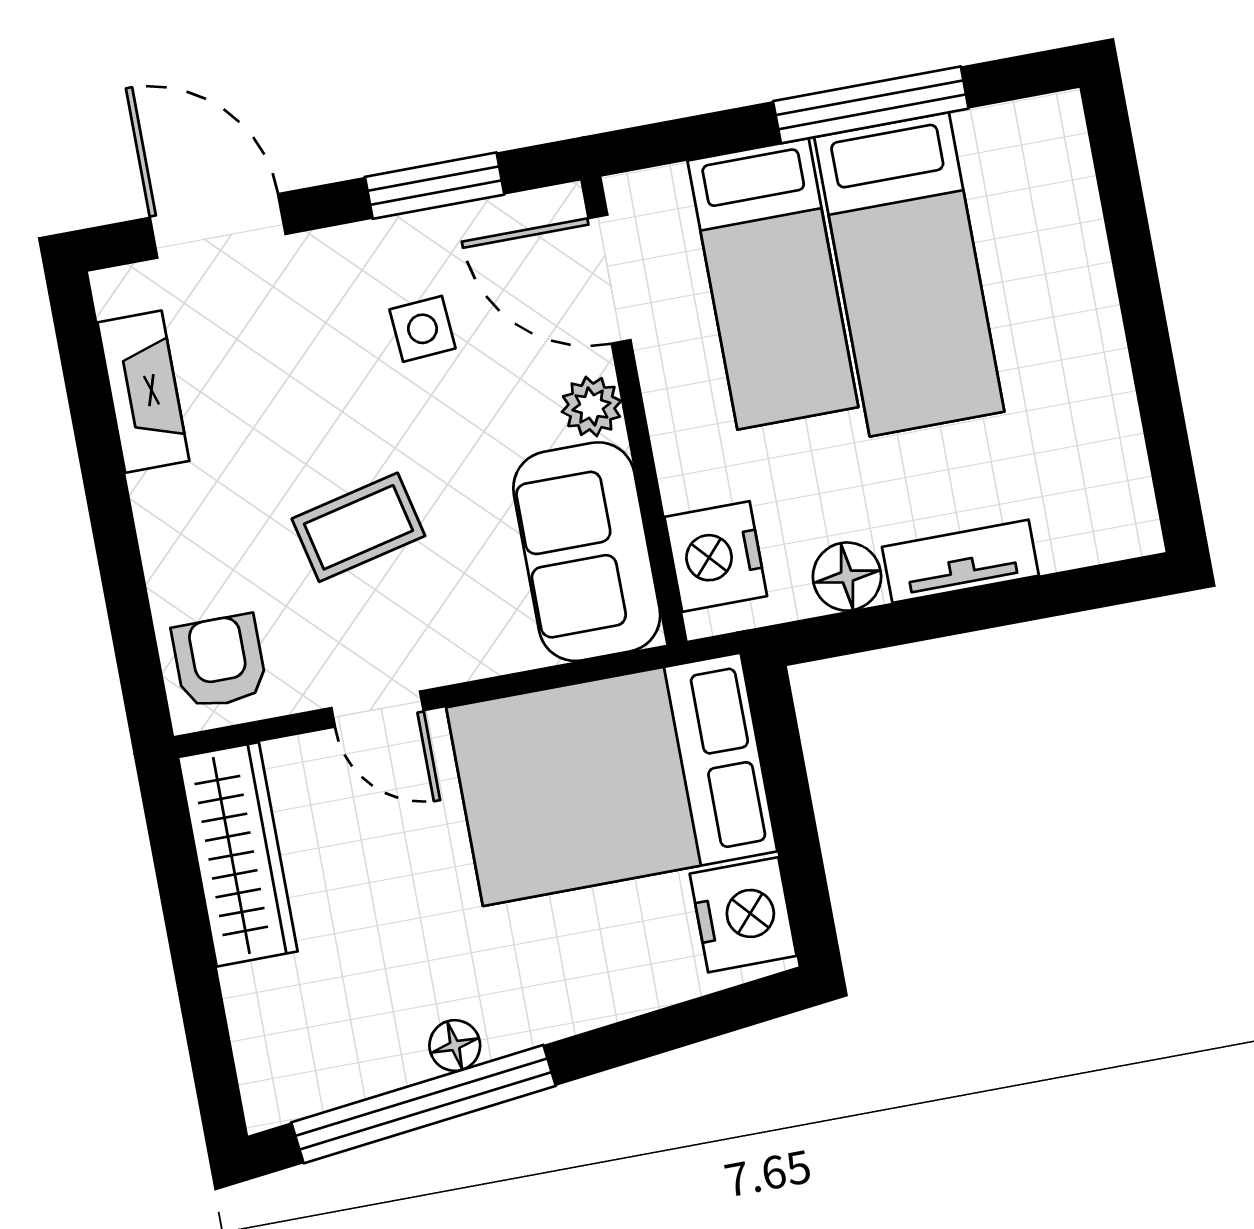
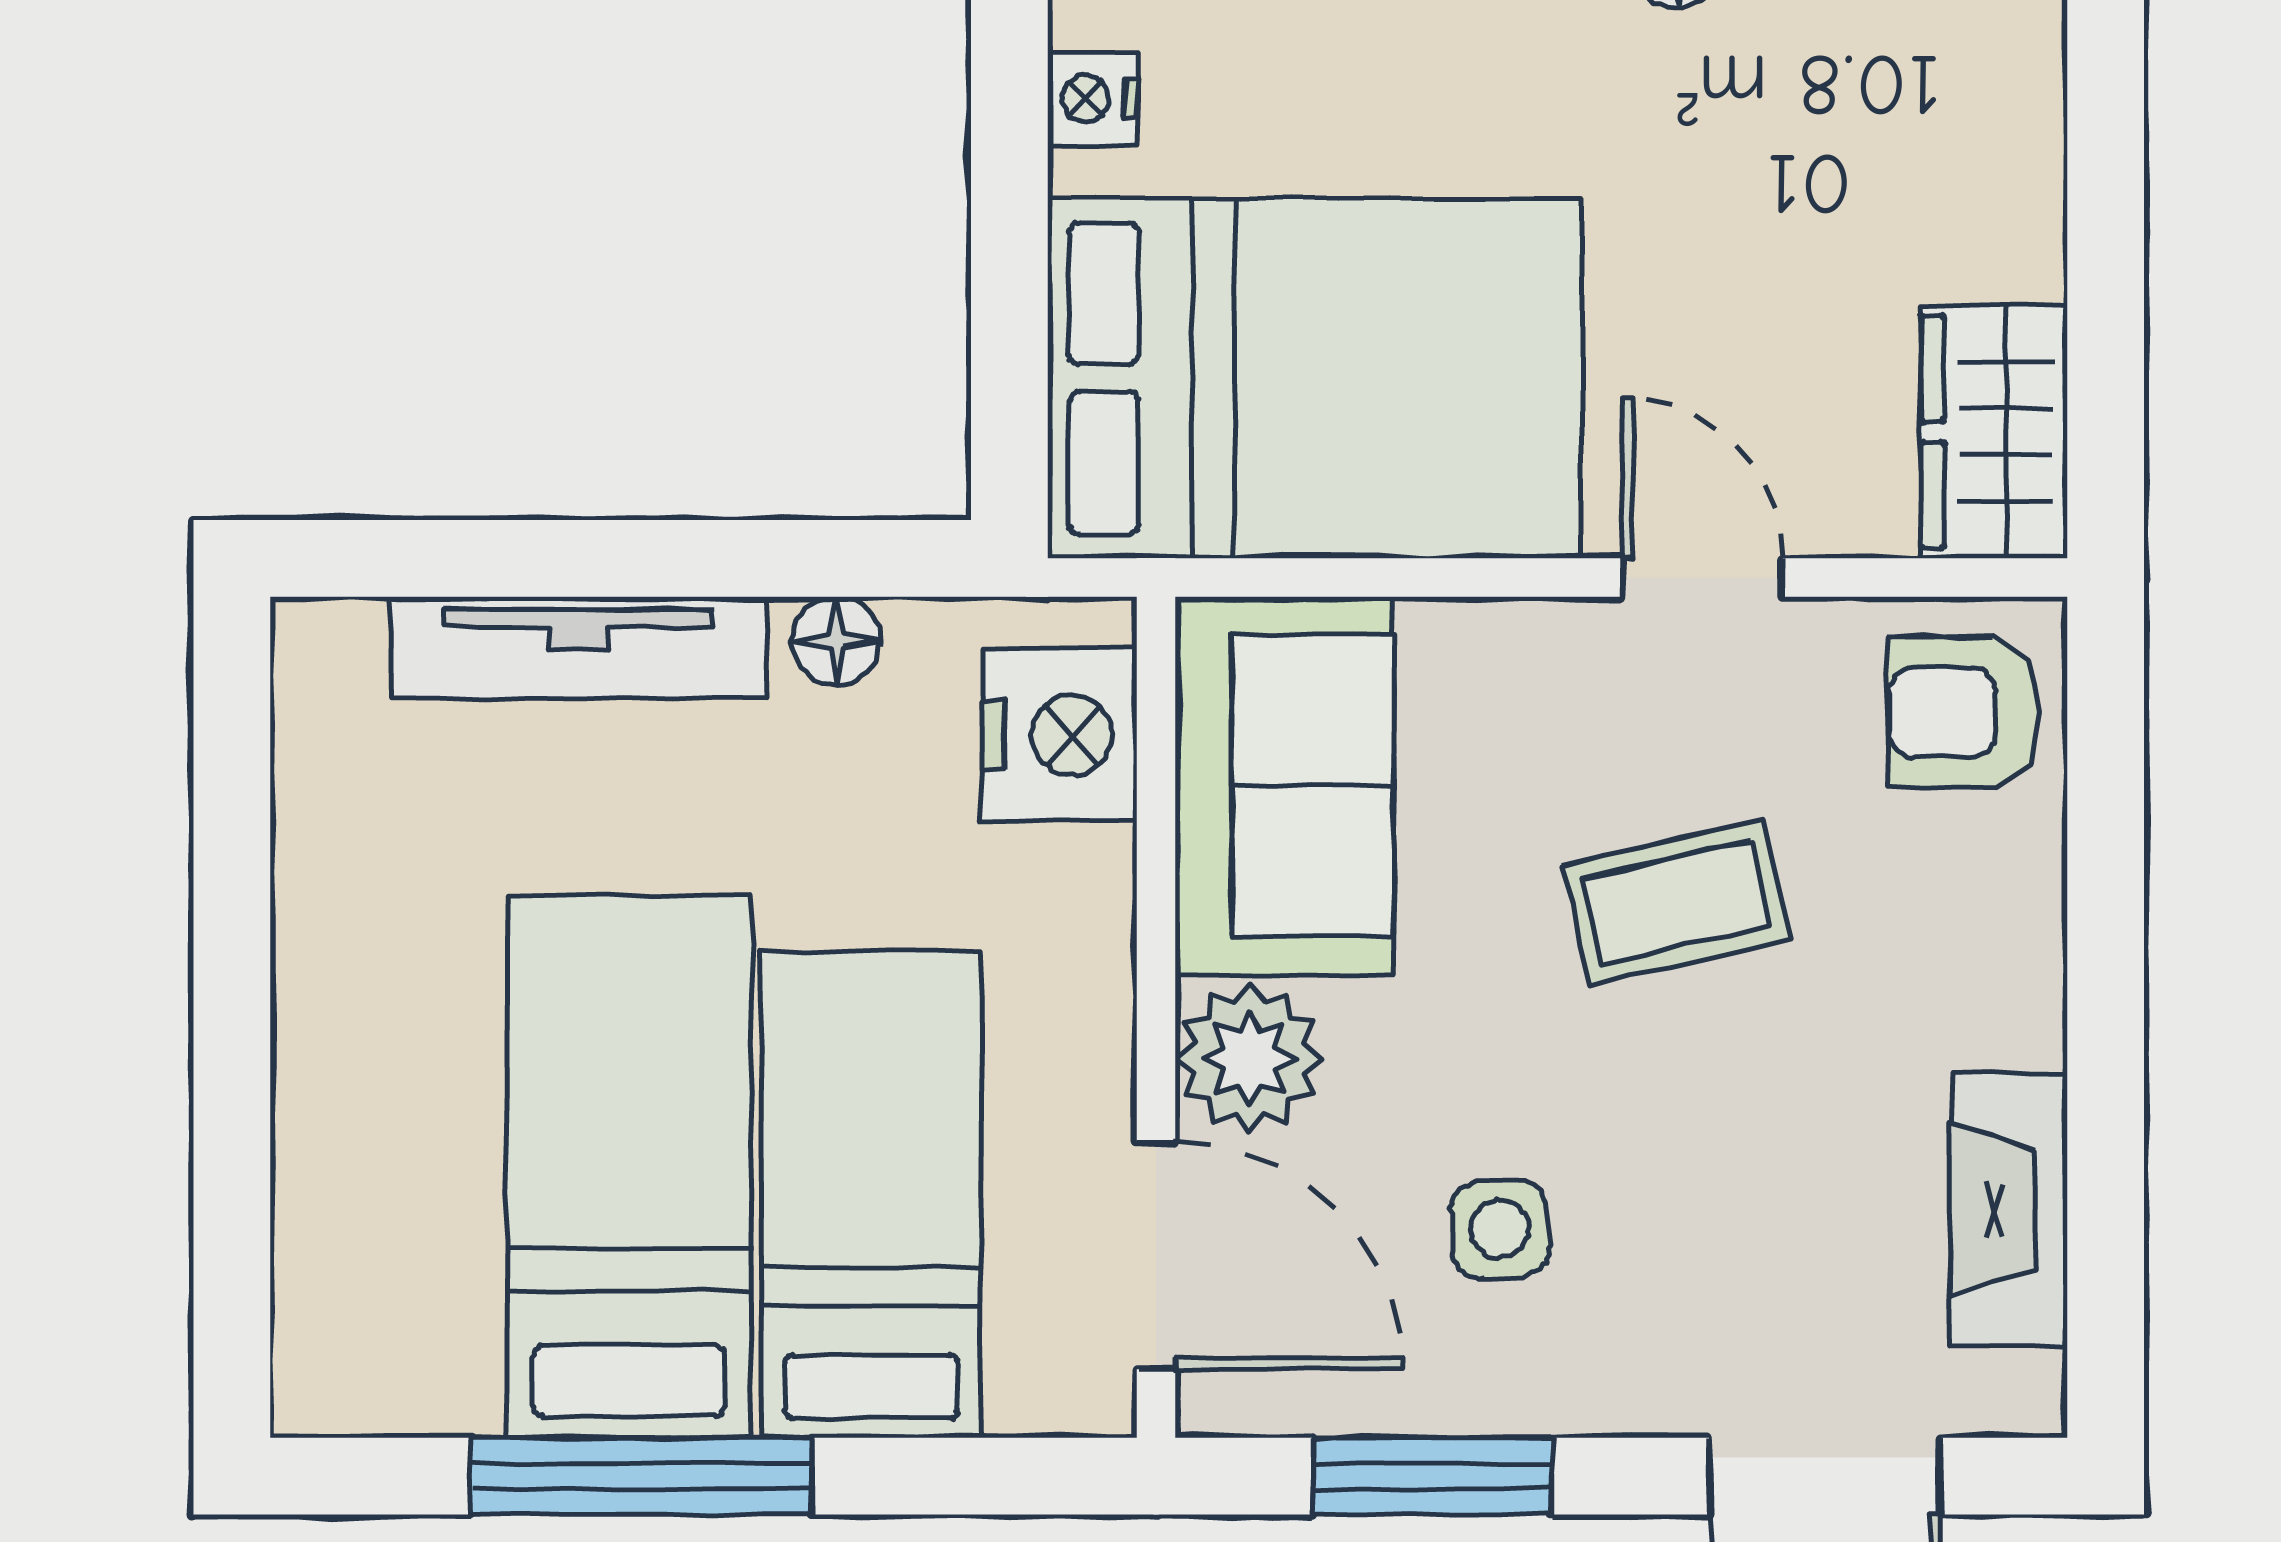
plant: (591, 406) -> (1249, 1058), width x1.38, depth x1.38
tv unit: (960, 561) -> (578, 647), width x1.41
floor lamp: (847, 577) -> (836, 641), width x0.73, depth x0.73
armchair: (219, 662) -> (1964, 712), turned 90
wardrobe: (238, 854) -> (1994, 432), width x0.67
nightstand: (743, 915) -> (1093, 98), width x0.53, depth x0.56

